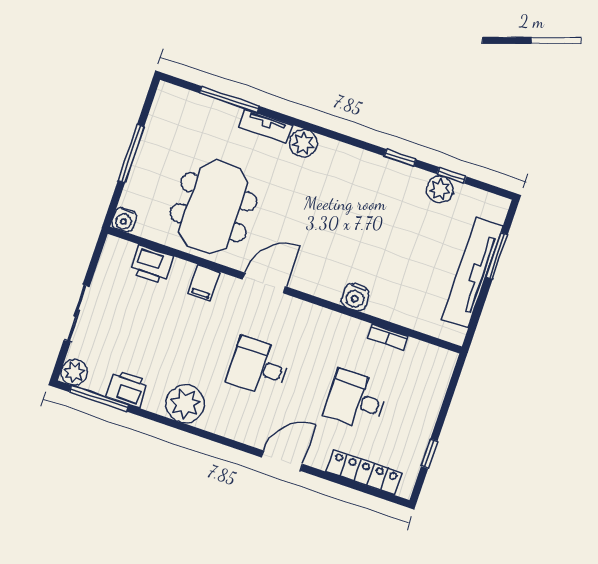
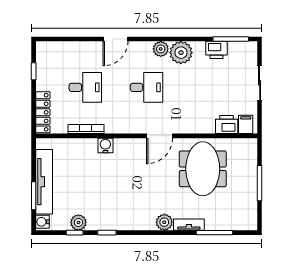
water cooler: (124, 220) -> (42, 222), moved, turned -90
filing cabinet: (204, 283) -> (246, 124), moved
bookcase: (388, 337) -> (86, 129), width x1.56
plant: (74, 372) -> (161, 49), moved
locker: (364, 472) -> (43, 112), moved, turned -90

